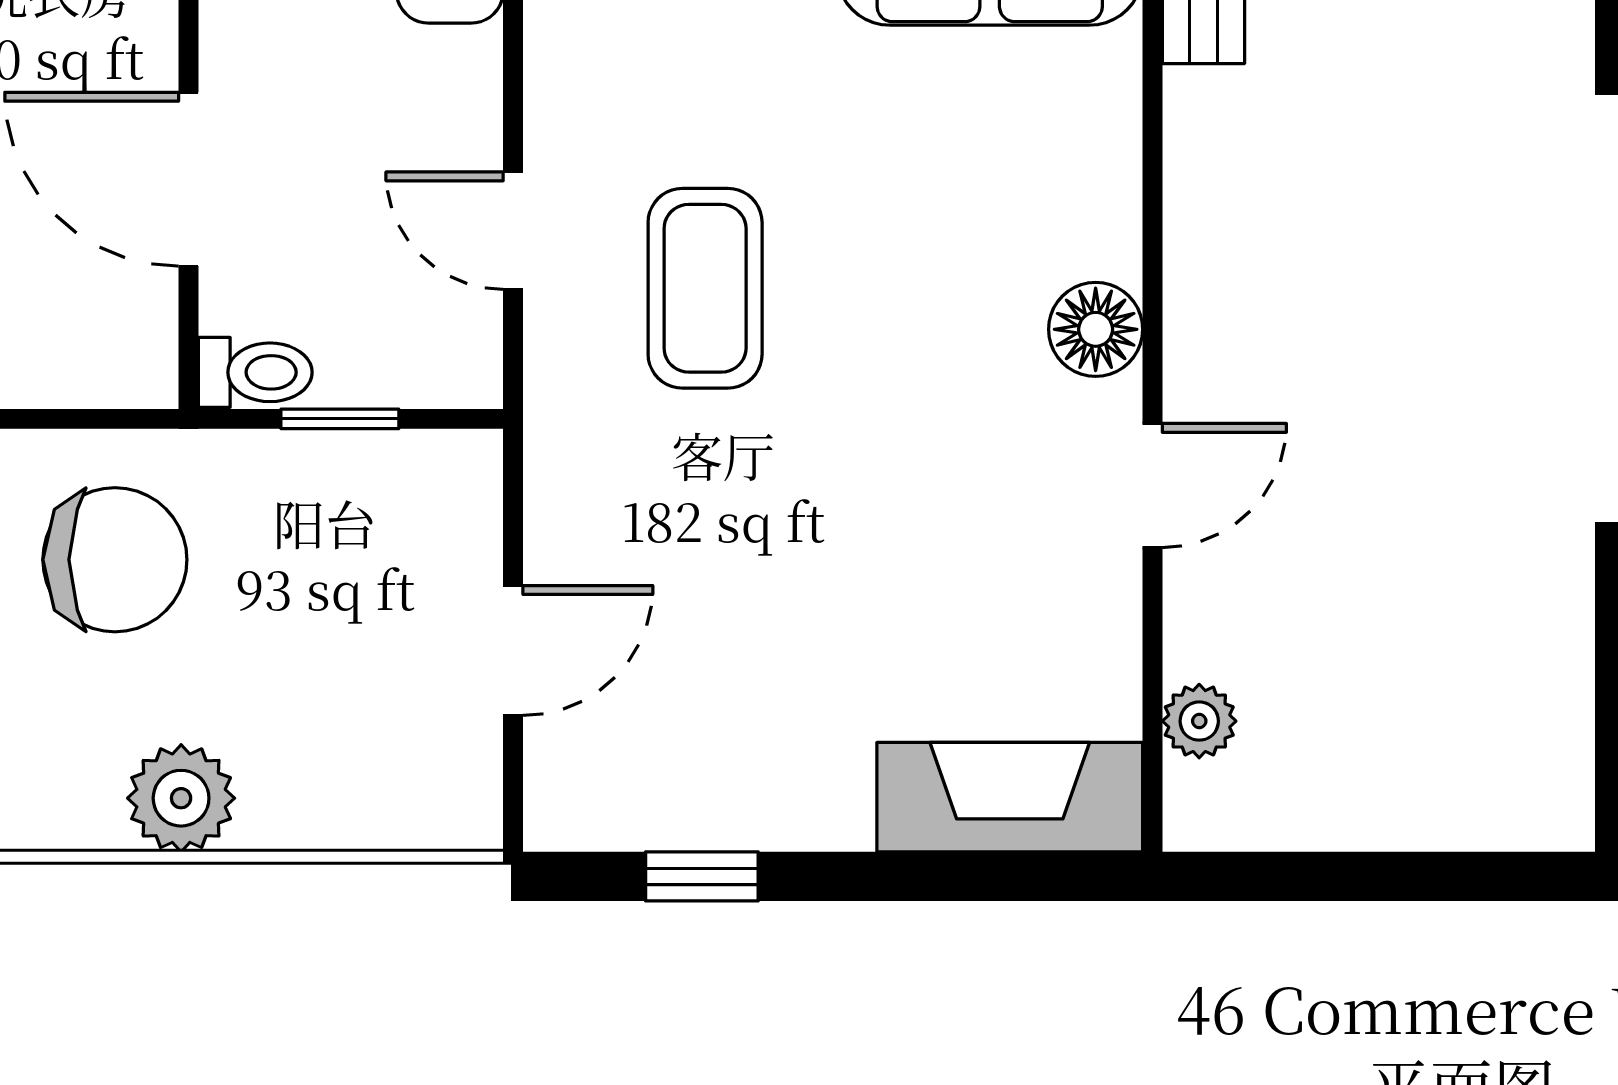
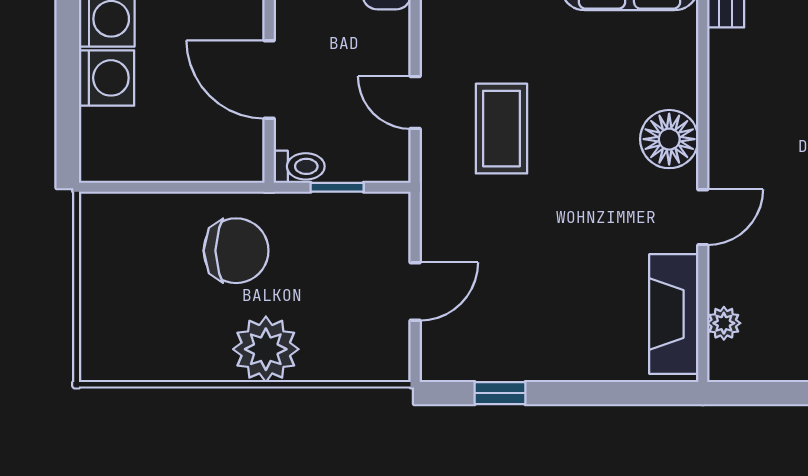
floor lamp: (1096, 329) -> (669, 139), width x1.38, depth x1.38
fireplace: (1010, 797) -> (674, 314), moved, turned -90
plant: (181, 798) -> (266, 349), width x1.36, depth x1.36

